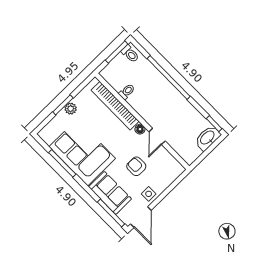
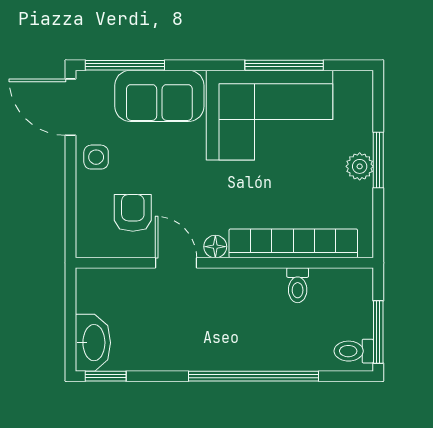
armchair: (136, 166) -> (133, 213), moved, turned -90

